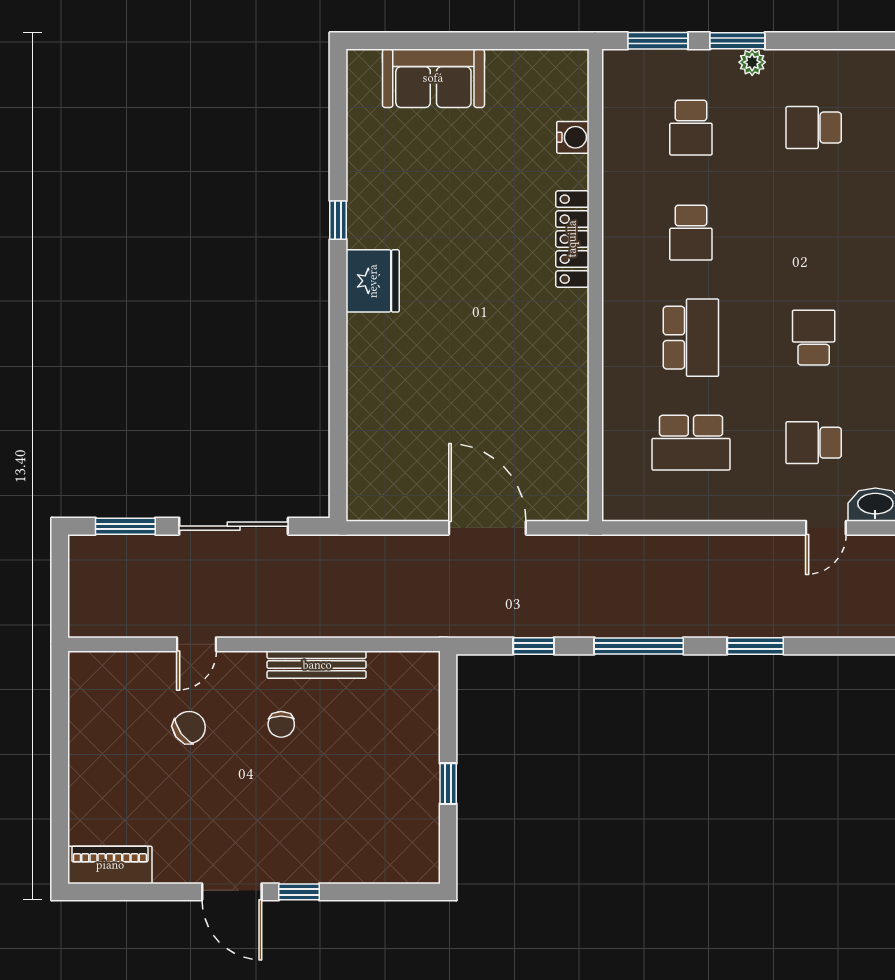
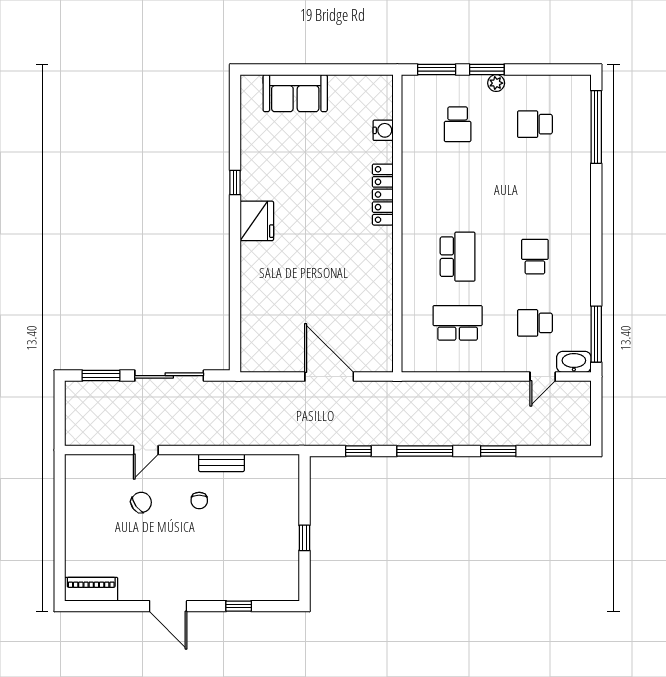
school desk: (691, 233) -> (458, 190), removed
school desk: (691, 443) -> (458, 323), turned 180
bench: (317, 665) -> (222, 463), width x0.73
window: (299, 892) -> (239, 606), moved

